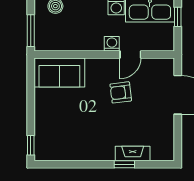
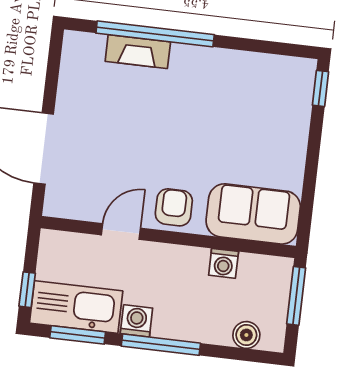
washing machine: (112, 44) -> (224, 263), moved
armchair: (121, 92) -> (174, 207), moved, turned -83
window: (124, 164) -> (155, 34), width x3.17

